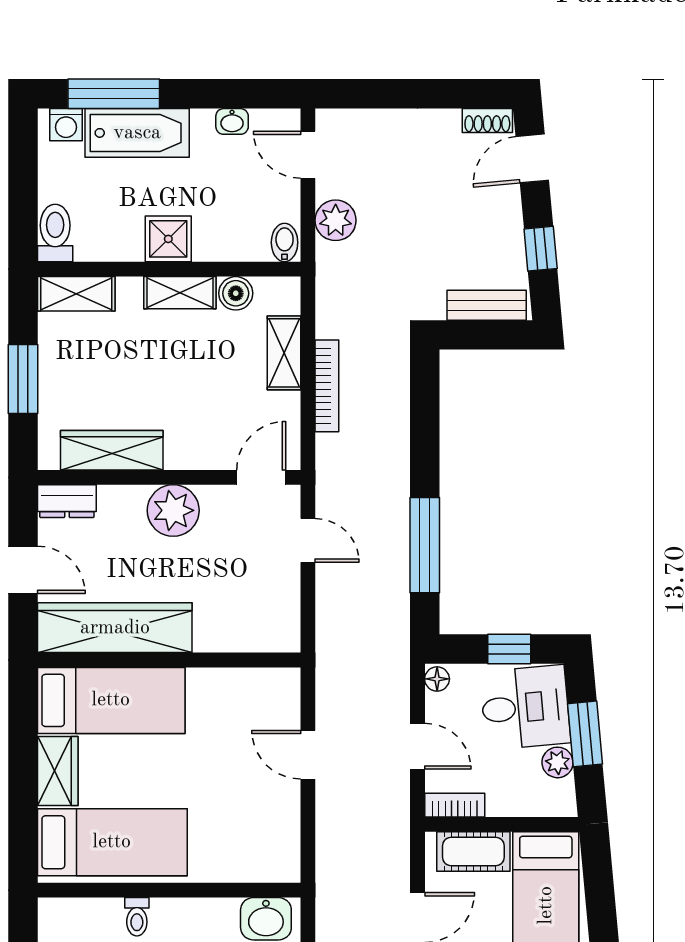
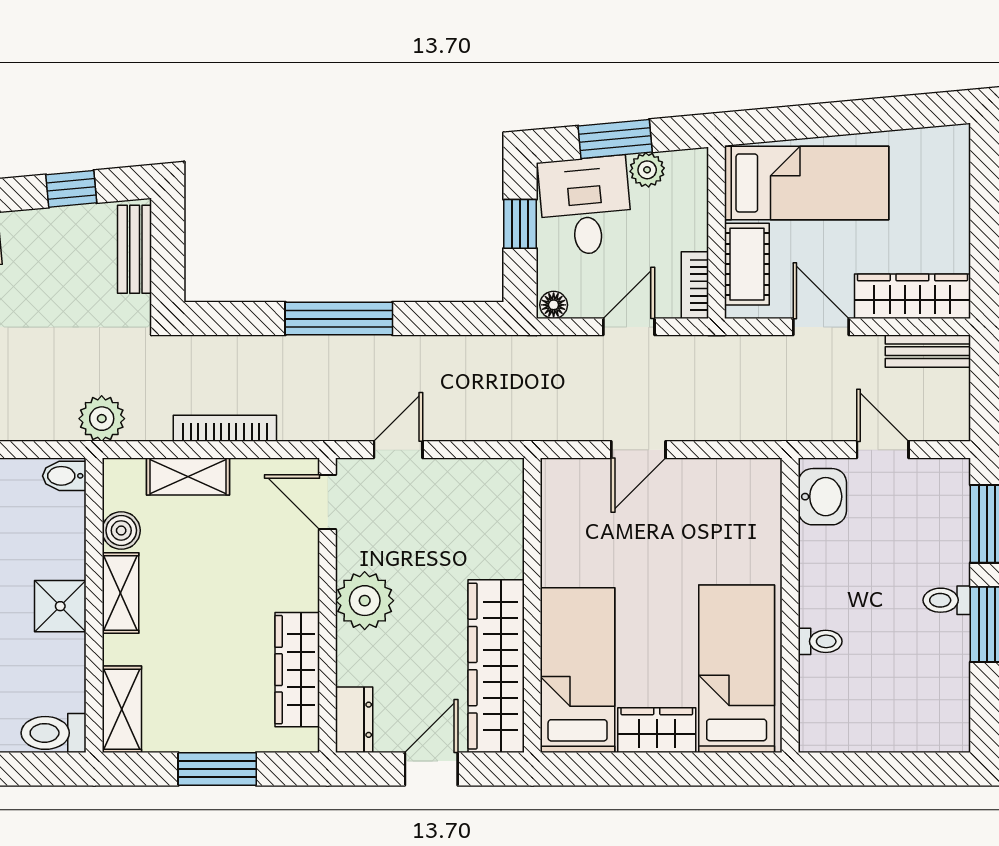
plant: (336, 220) -> (102, 419), moved
window: (425, 545) -> (339, 319), moved

